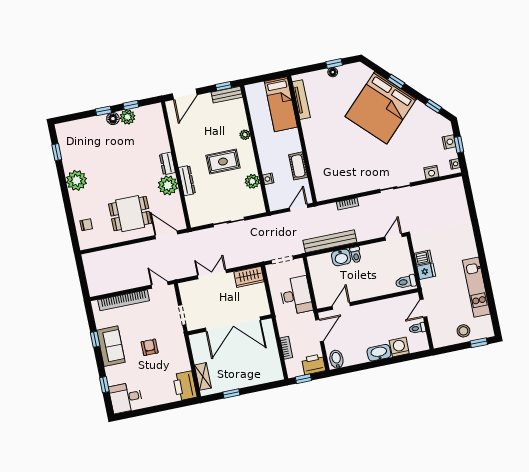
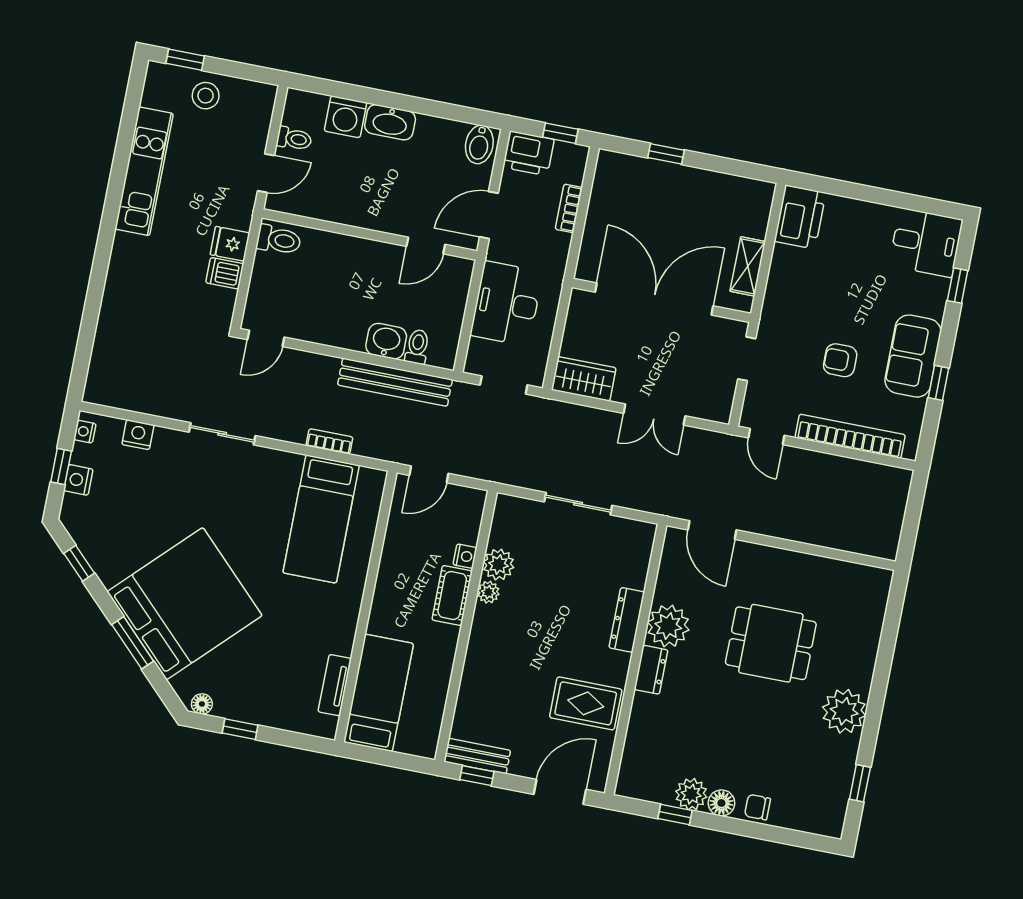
floor lamp: (333, 72) -> (202, 704), moved
window: (396, 81) -> (133, 643), width x1.50
tv unit: (301, 100) -> (335, 685), width x0.71
window: (103, 111) -> (734, 826), removed
plant: (245, 135) -> (488, 592), moved
rug: (223, 162) -> (586, 703), moved
cot: (298, 166) -> (452, 596), moved
bed: (337, 169) -> (321, 519), added
dining table: (130, 214) -> (771, 643), moved
chair: (86, 225) -> (757, 807), moved
toilet: (356, 255) -> (417, 347), moved
armchair: (150, 347) -> (840, 360), moved, turned 90
shelving: (203, 376) -> (748, 266), moved
window: (231, 393) -> (666, 154), moved

